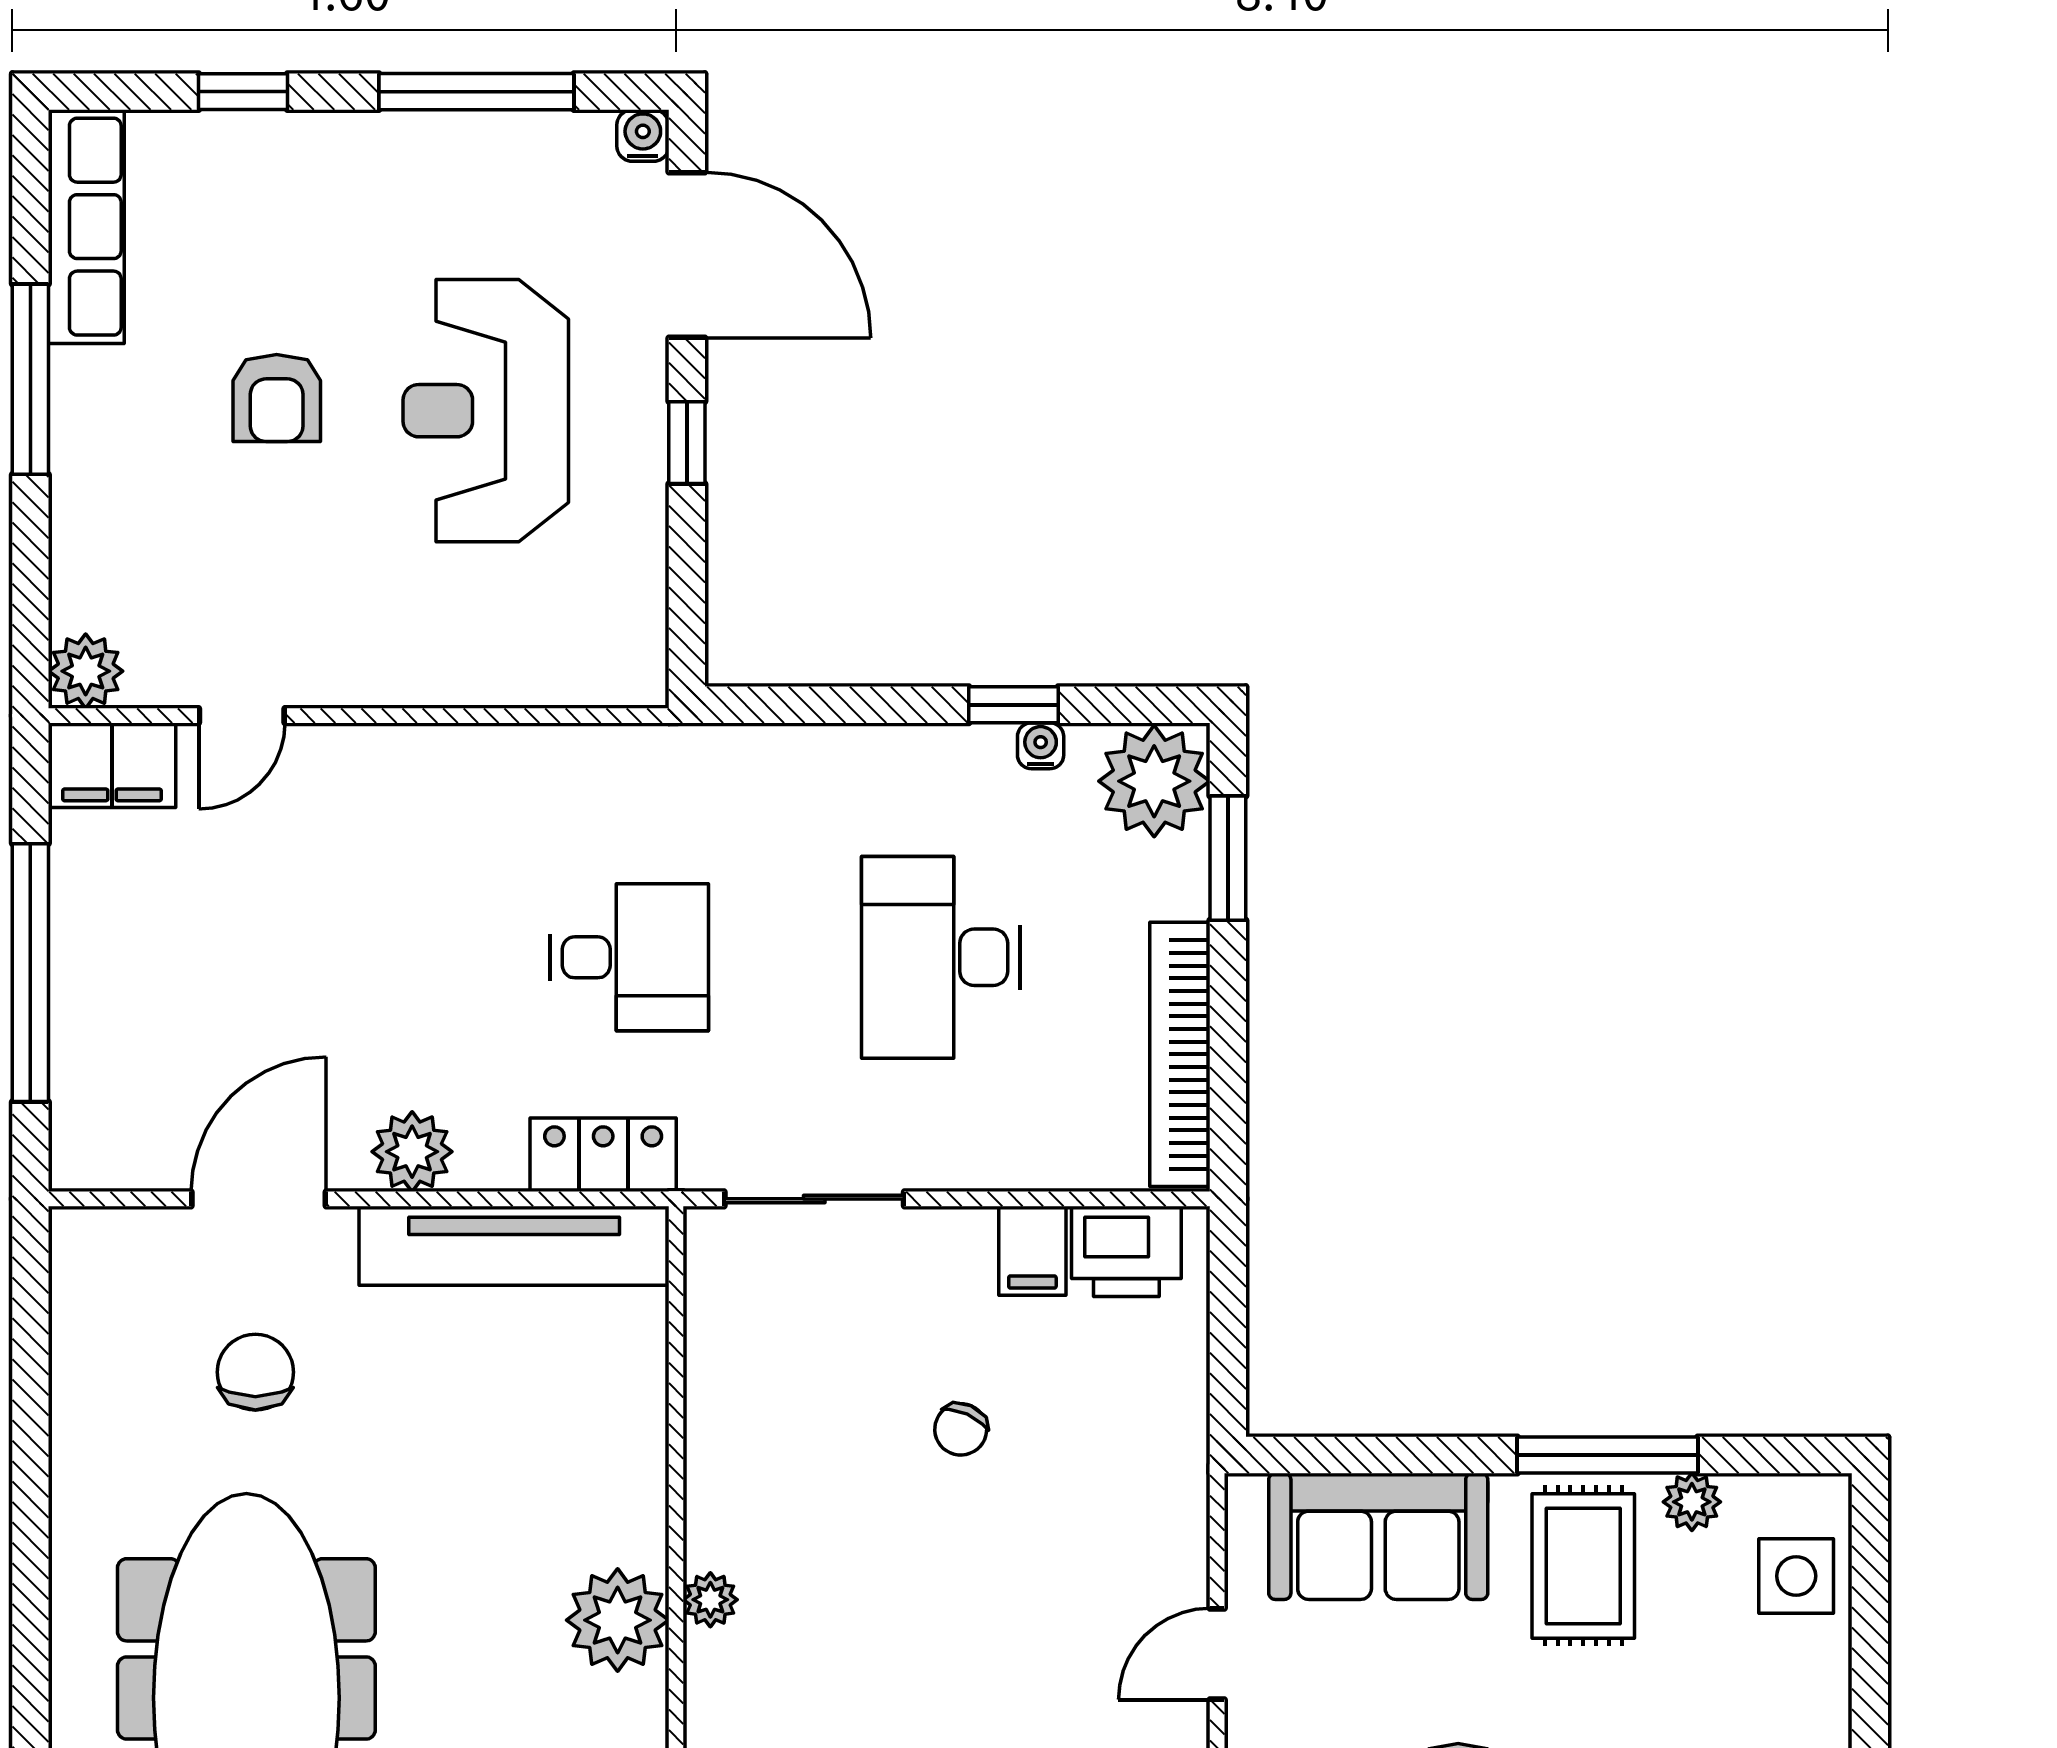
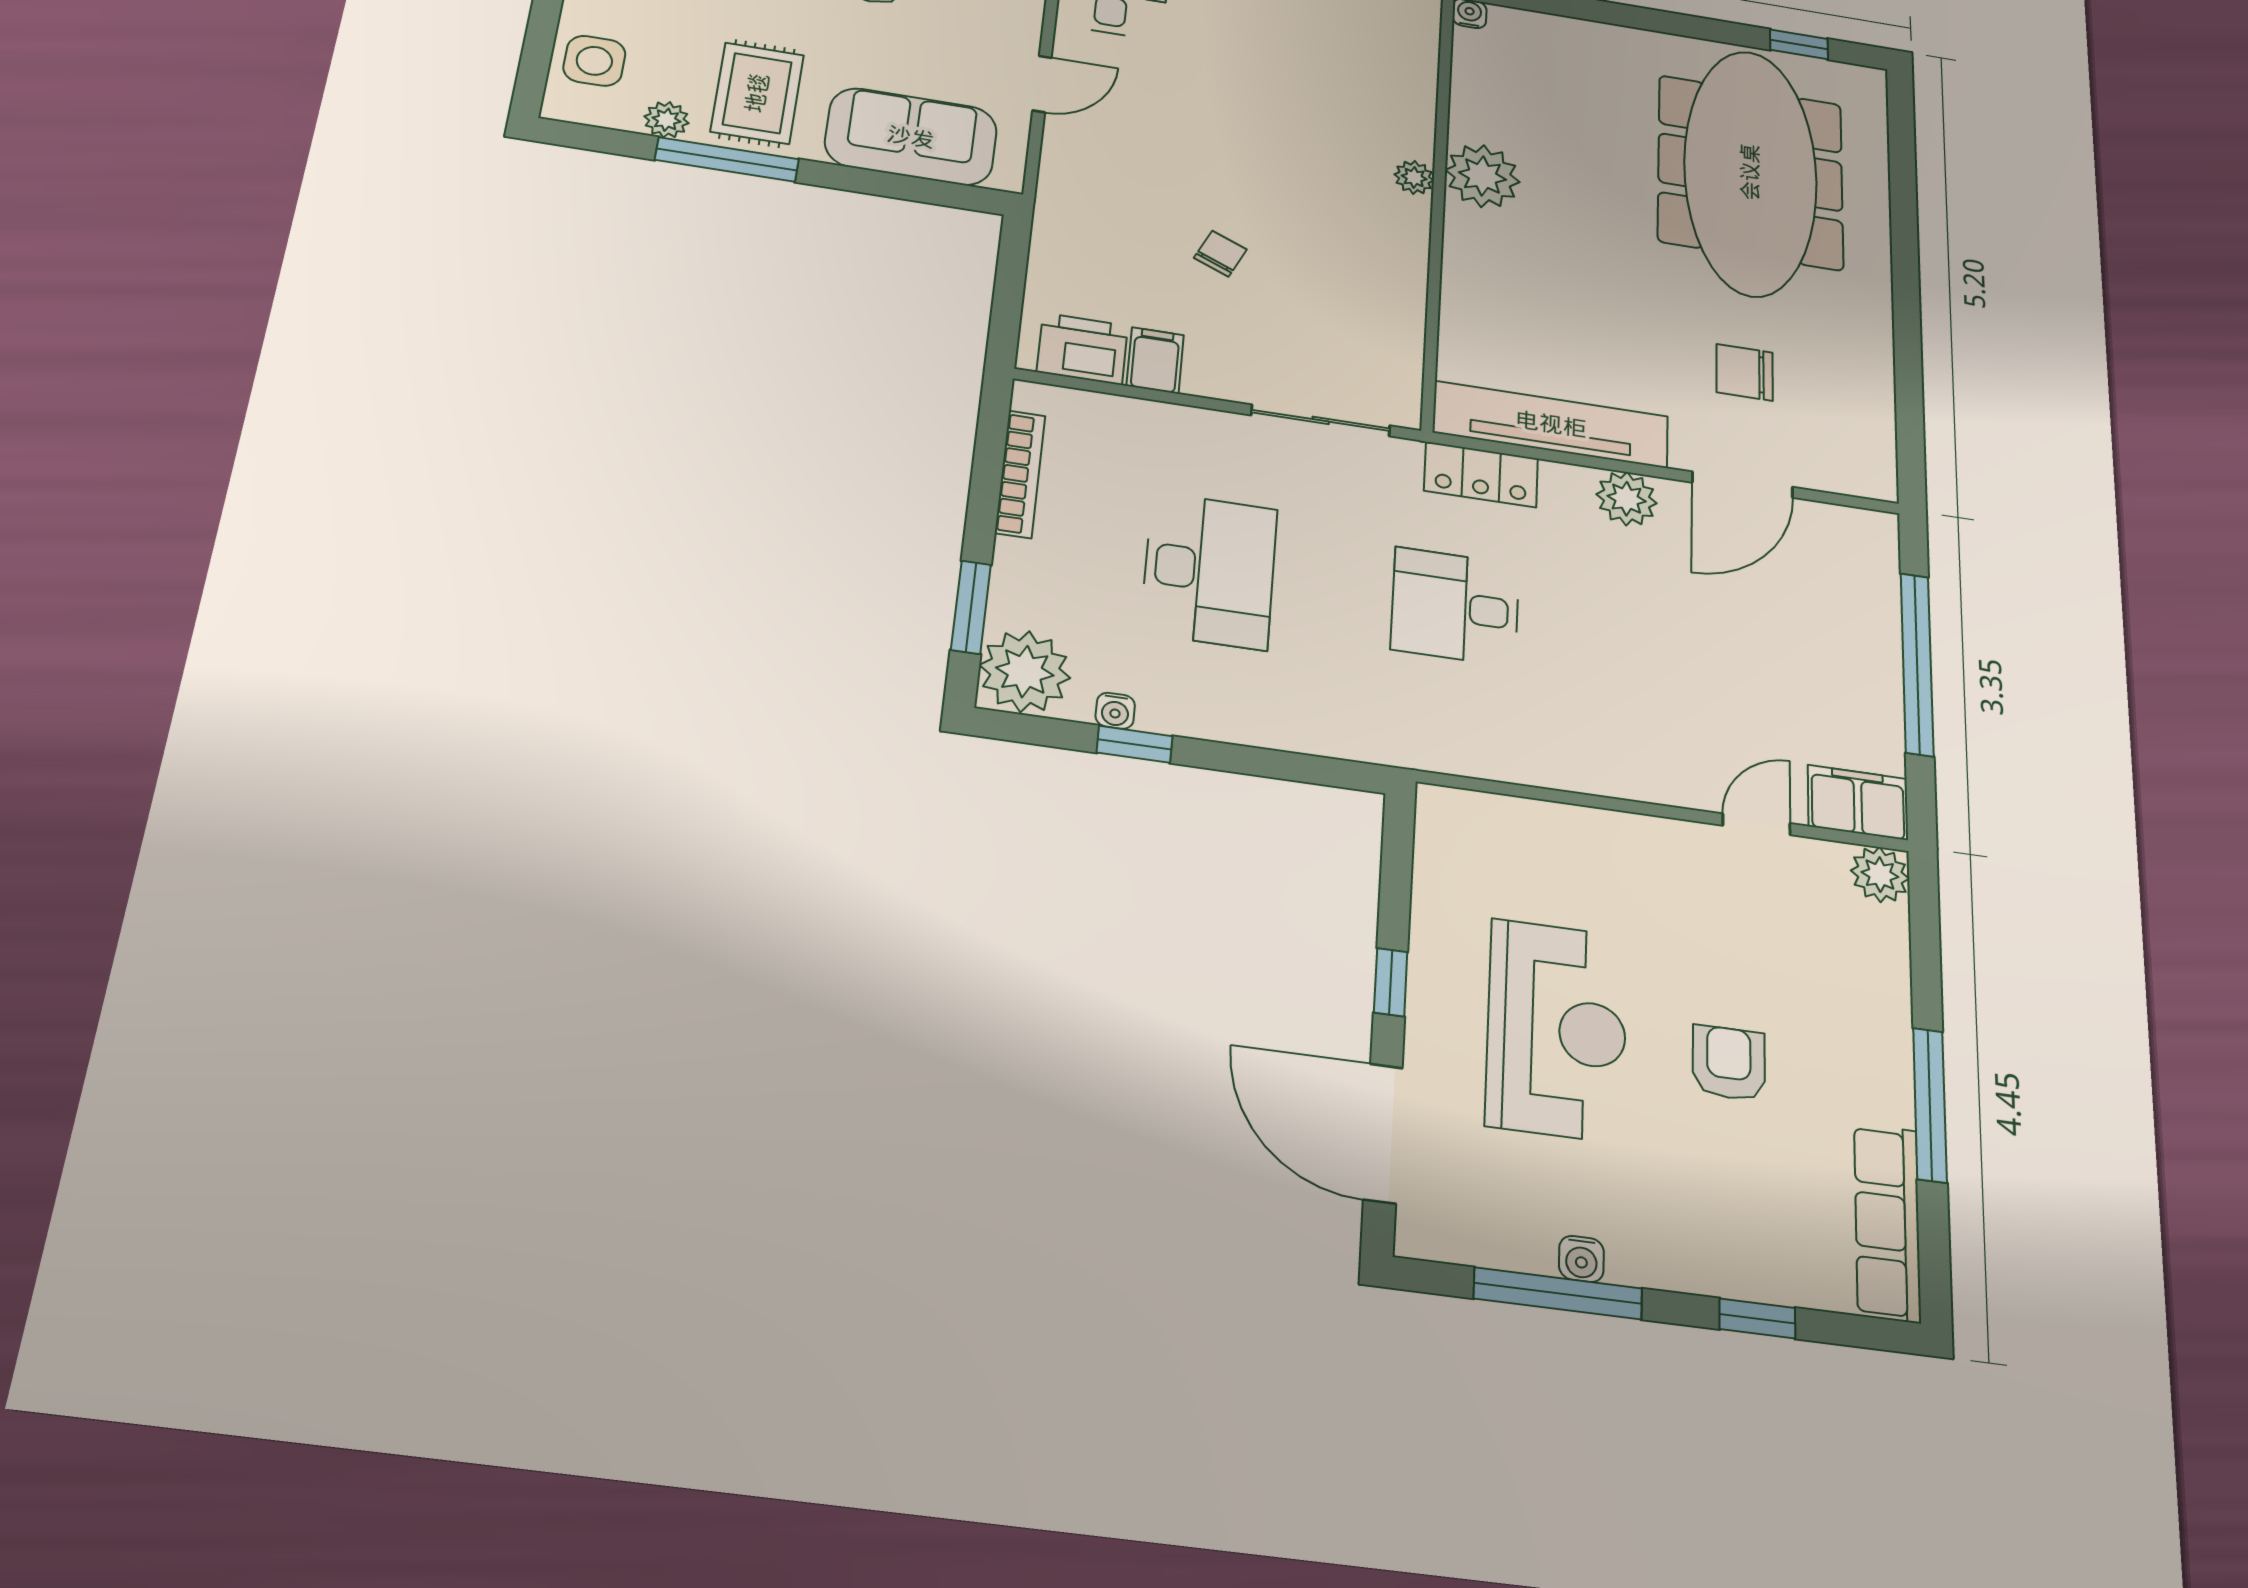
water cooler: (643, 136) -> (1581, 1259), moved
bookcase: (1180, 1054) -> (1020, 474), width x0.68, depth x0.76
chair: (255, 1372) -> (1745, 372), turned 90

